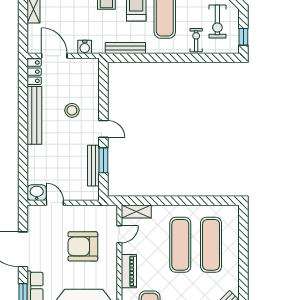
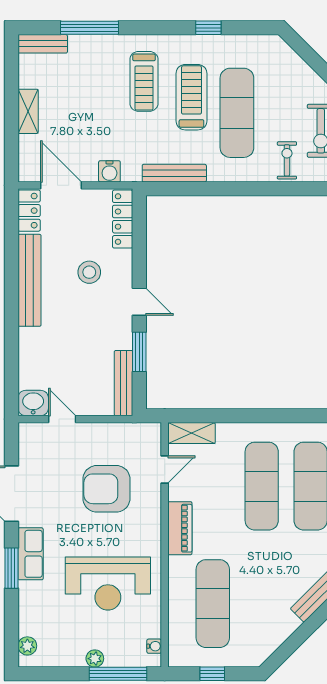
locker: (93, 77) -> (123, 219), added
bench: (93, 166) -> (124, 383), moved

